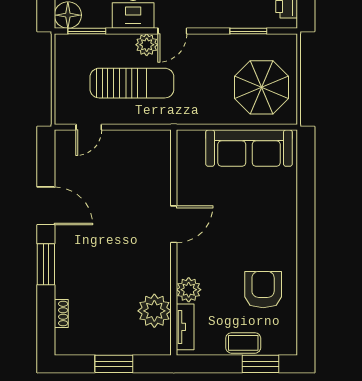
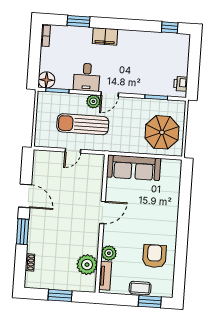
sun lounger: (132, 83) -> (83, 124), turned 180
door: (89, 127) -> (73, 151), moved
sofa: (249, 148) -> (134, 168), moved

